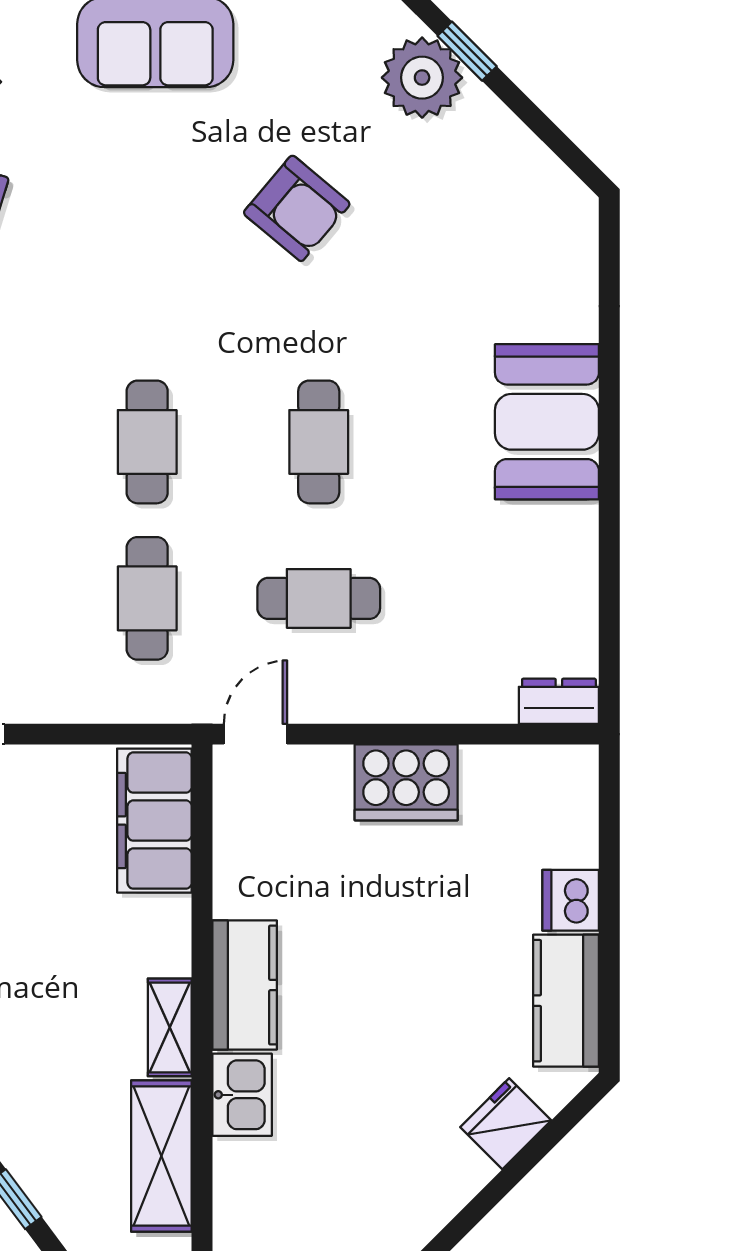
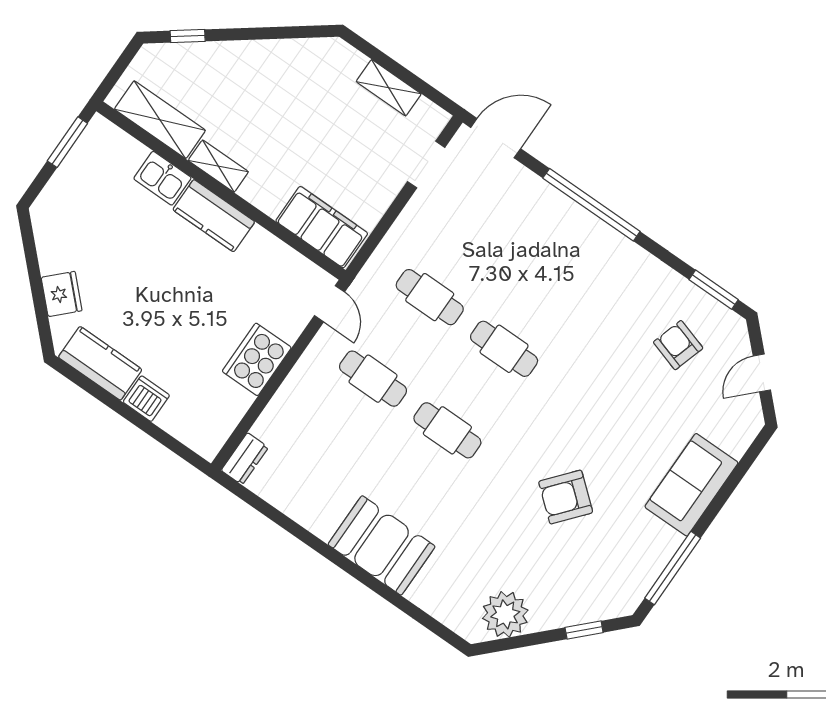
plant: (422, 78) -> (505, 614), moved
cafe table: (319, 598) -> (373, 379), turned 90

